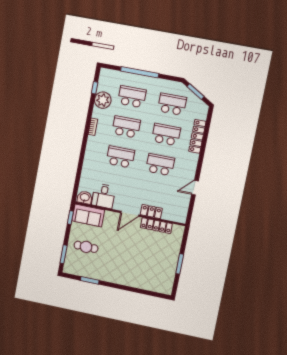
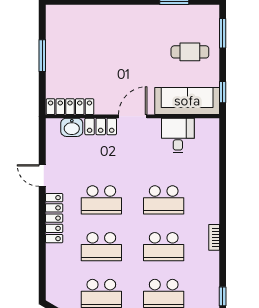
plant: (103, 100) -> (207, 280), removed
locker: (197, 136) -> (54, 218), moved
door: (195, 188) -> (42, 176), swing flipped
washbasin: (85, 198) -> (72, 127), moved
sofa: (88, 215) -> (187, 101), width x1.36
locker: (156, 226) -> (70, 107), moved

